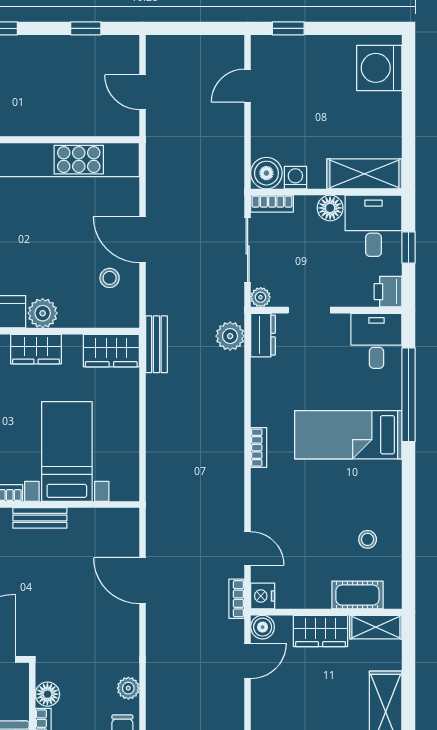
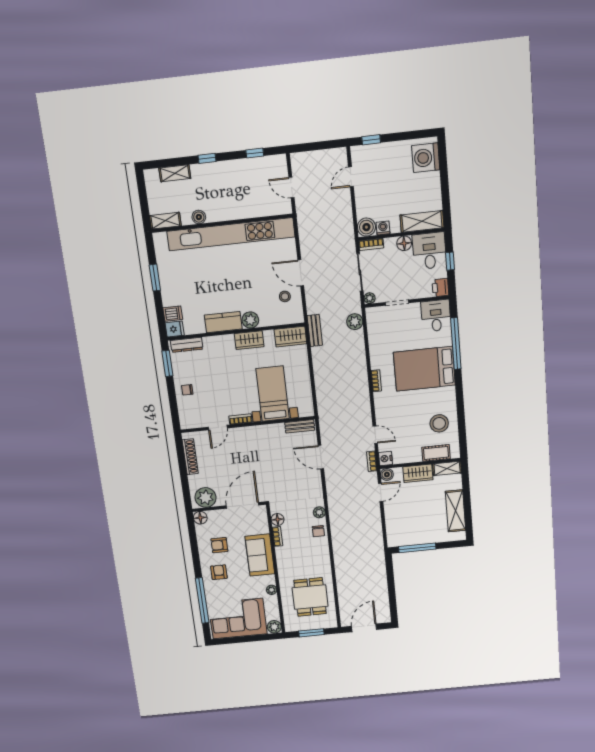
dresser: (263, 335) -> (373, 319), removed
bed: (348, 435) -> (424, 369), width x1.50
bench: (40, 518) -> (300, 426), moved
stool: (368, 539) -> (439, 423), width x1.89, depth x1.89

